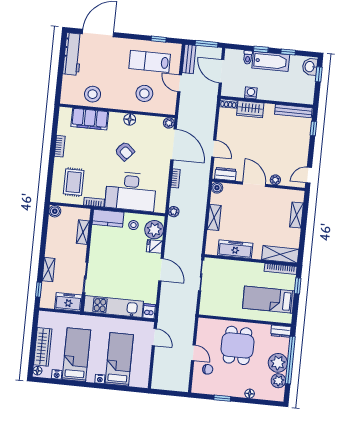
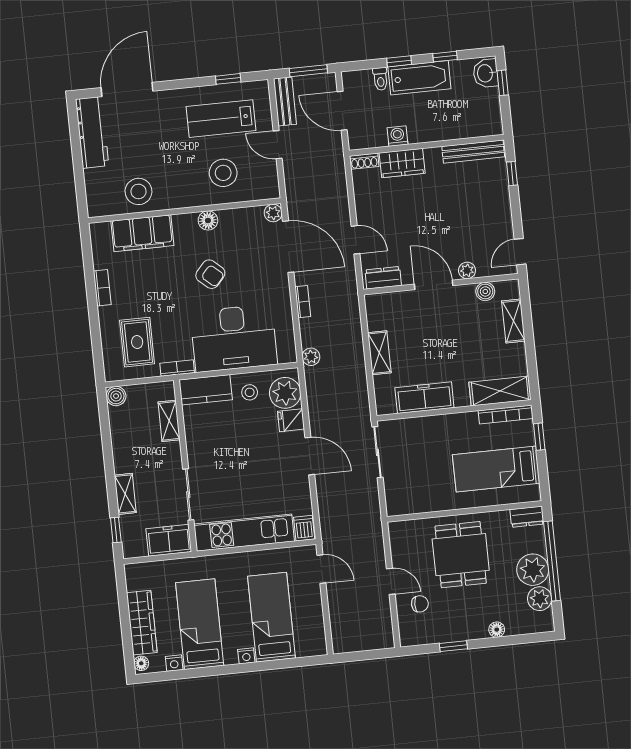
boiler: (217, 188) -> (485, 291), moved

